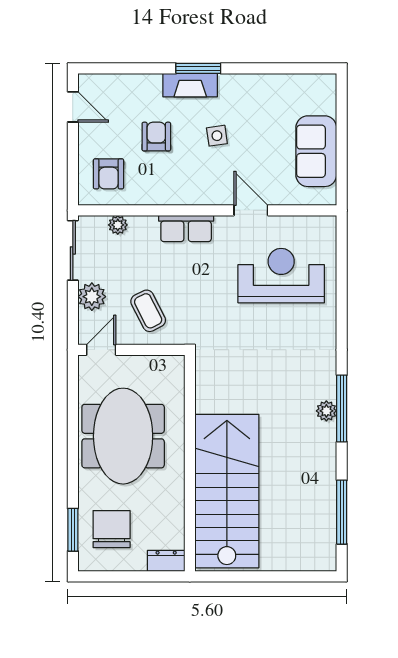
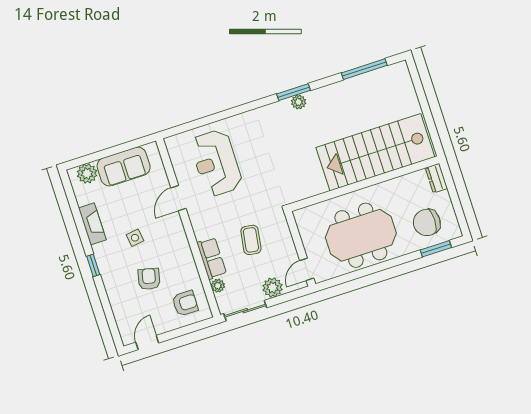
window: (198, 68) -> (93, 265), width x0.67
fireplace: (190, 85) -> (92, 224), moved
plant: (323, 100) -> (87, 174), added
armchair: (156, 137) -> (149, 279), turned 103
row of seats: (186, 228) -> (212, 258), moved
coffee table: (148, 311) -> (251, 240), moved, turned -54
door: (101, 350) -> (307, 269), hinge flipped
window: (342, 408) -> (293, 92), width x0.69

